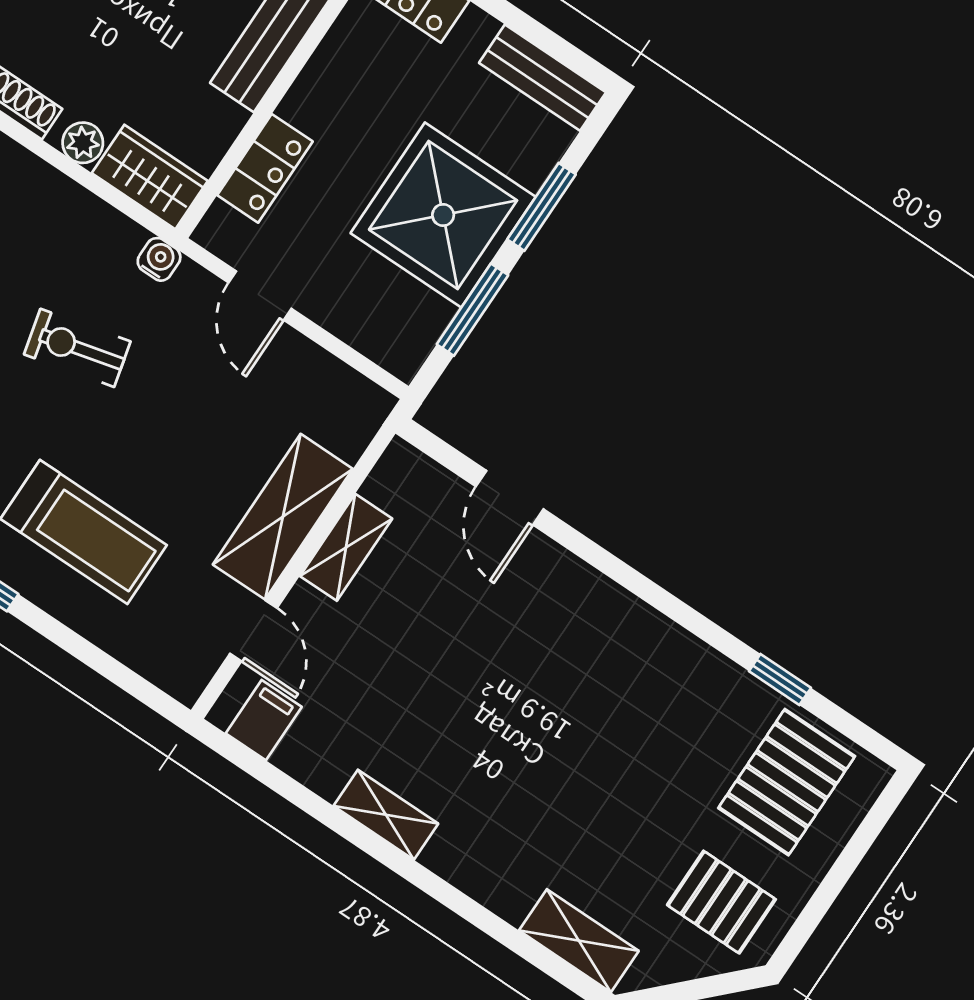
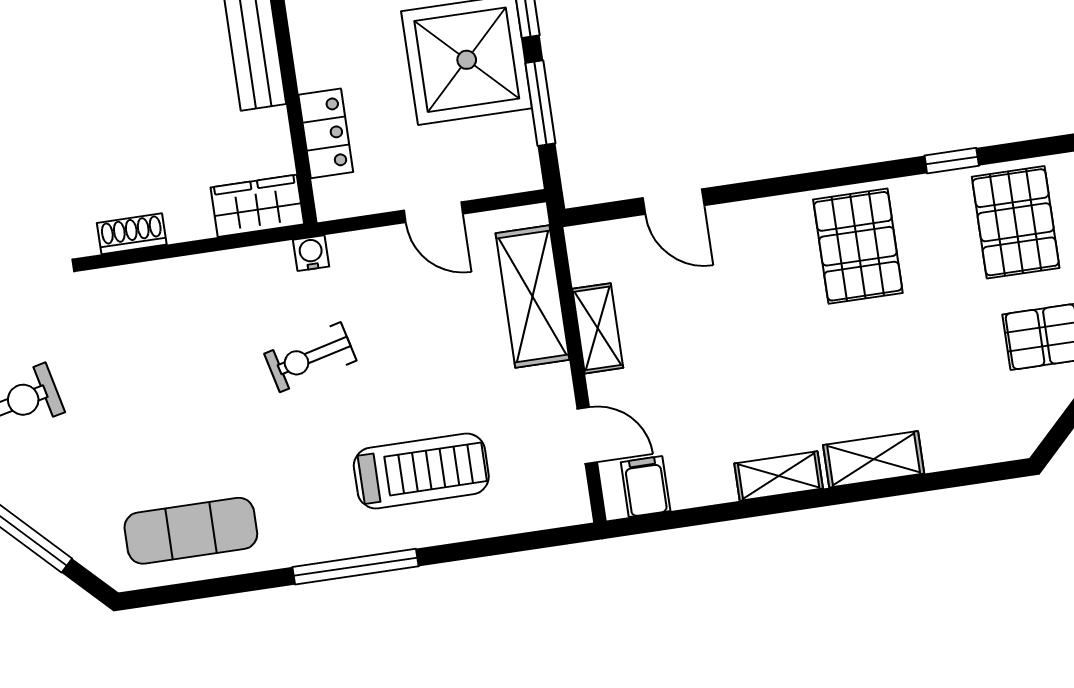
plant: (83, 143) -> (195, 223), removed
door: (260, 296) -> (433, 212), moved
shelving: (283, 517) -> (532, 297), moved
pallet: (633, 680) -> (858, 246), added
shelving: (579, 941) -> (874, 459), moved

